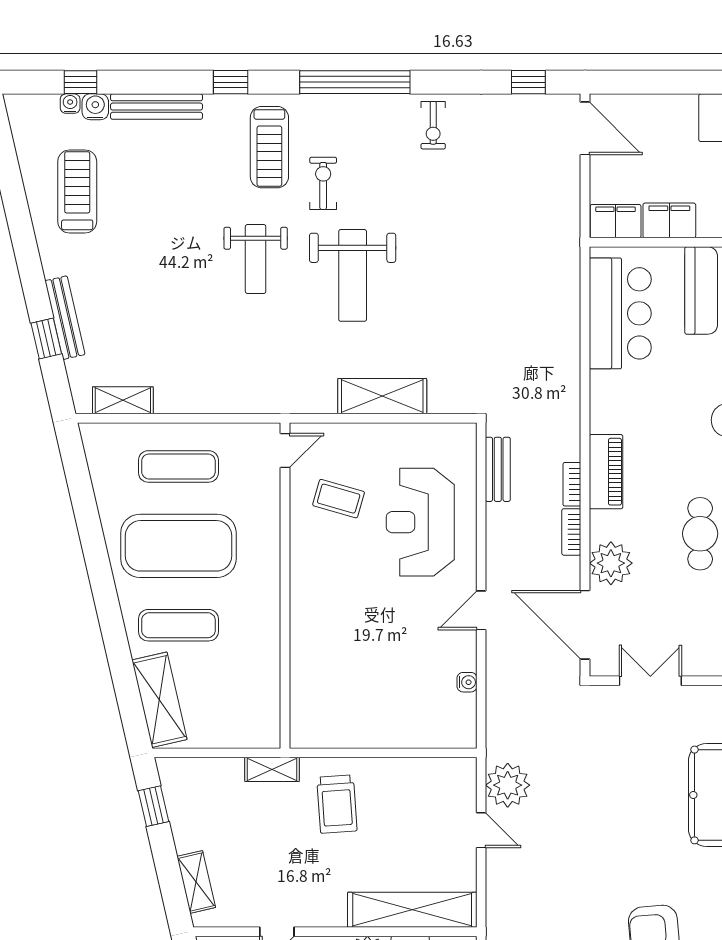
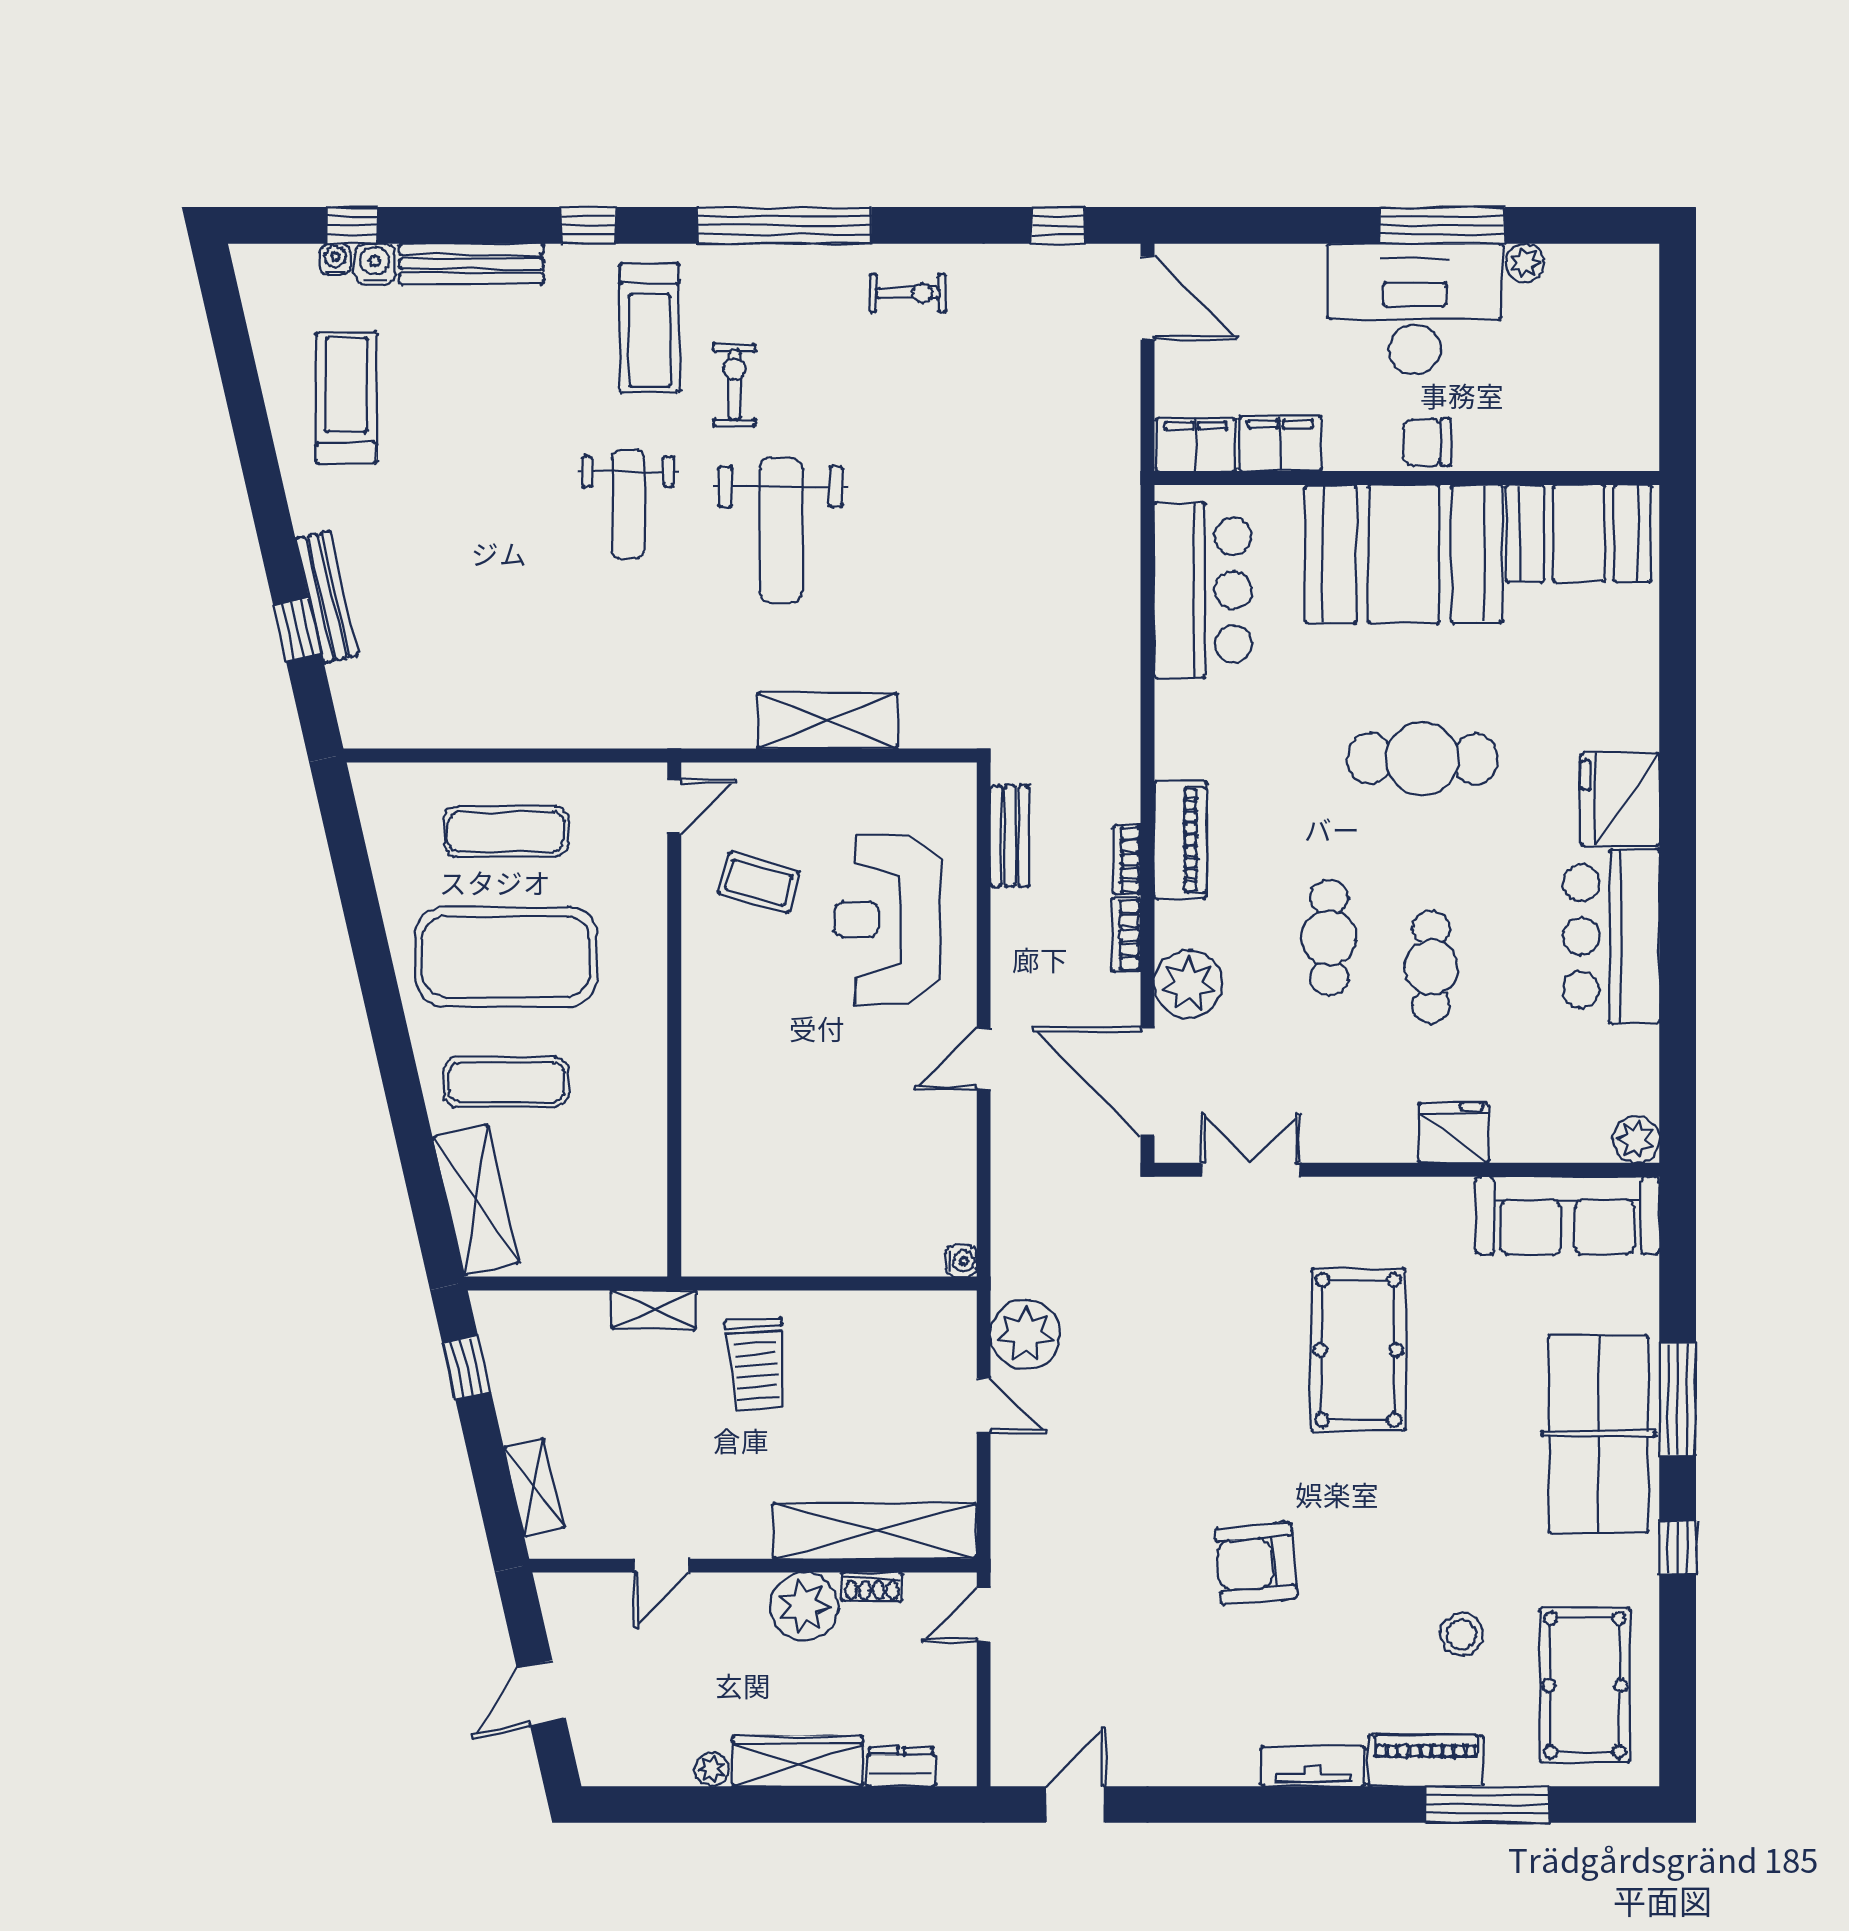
exercise bike: (433, 125) -> (908, 293), turned -90
shelving: (123, 400) -> (418, 727), removed
water cooler: (467, 682) -> (961, 1261), moved

